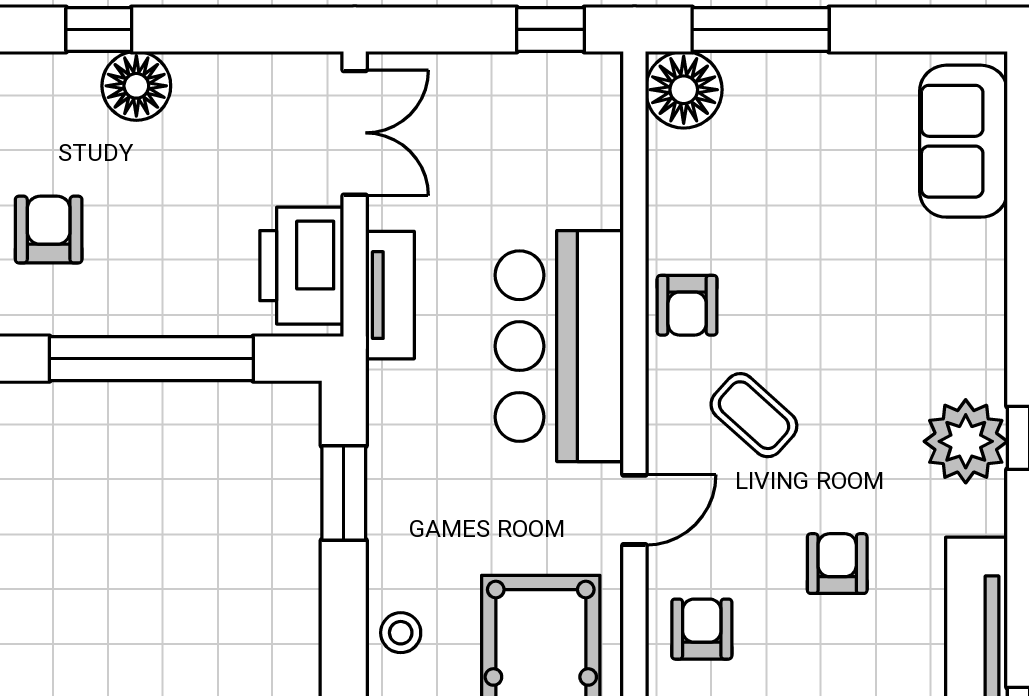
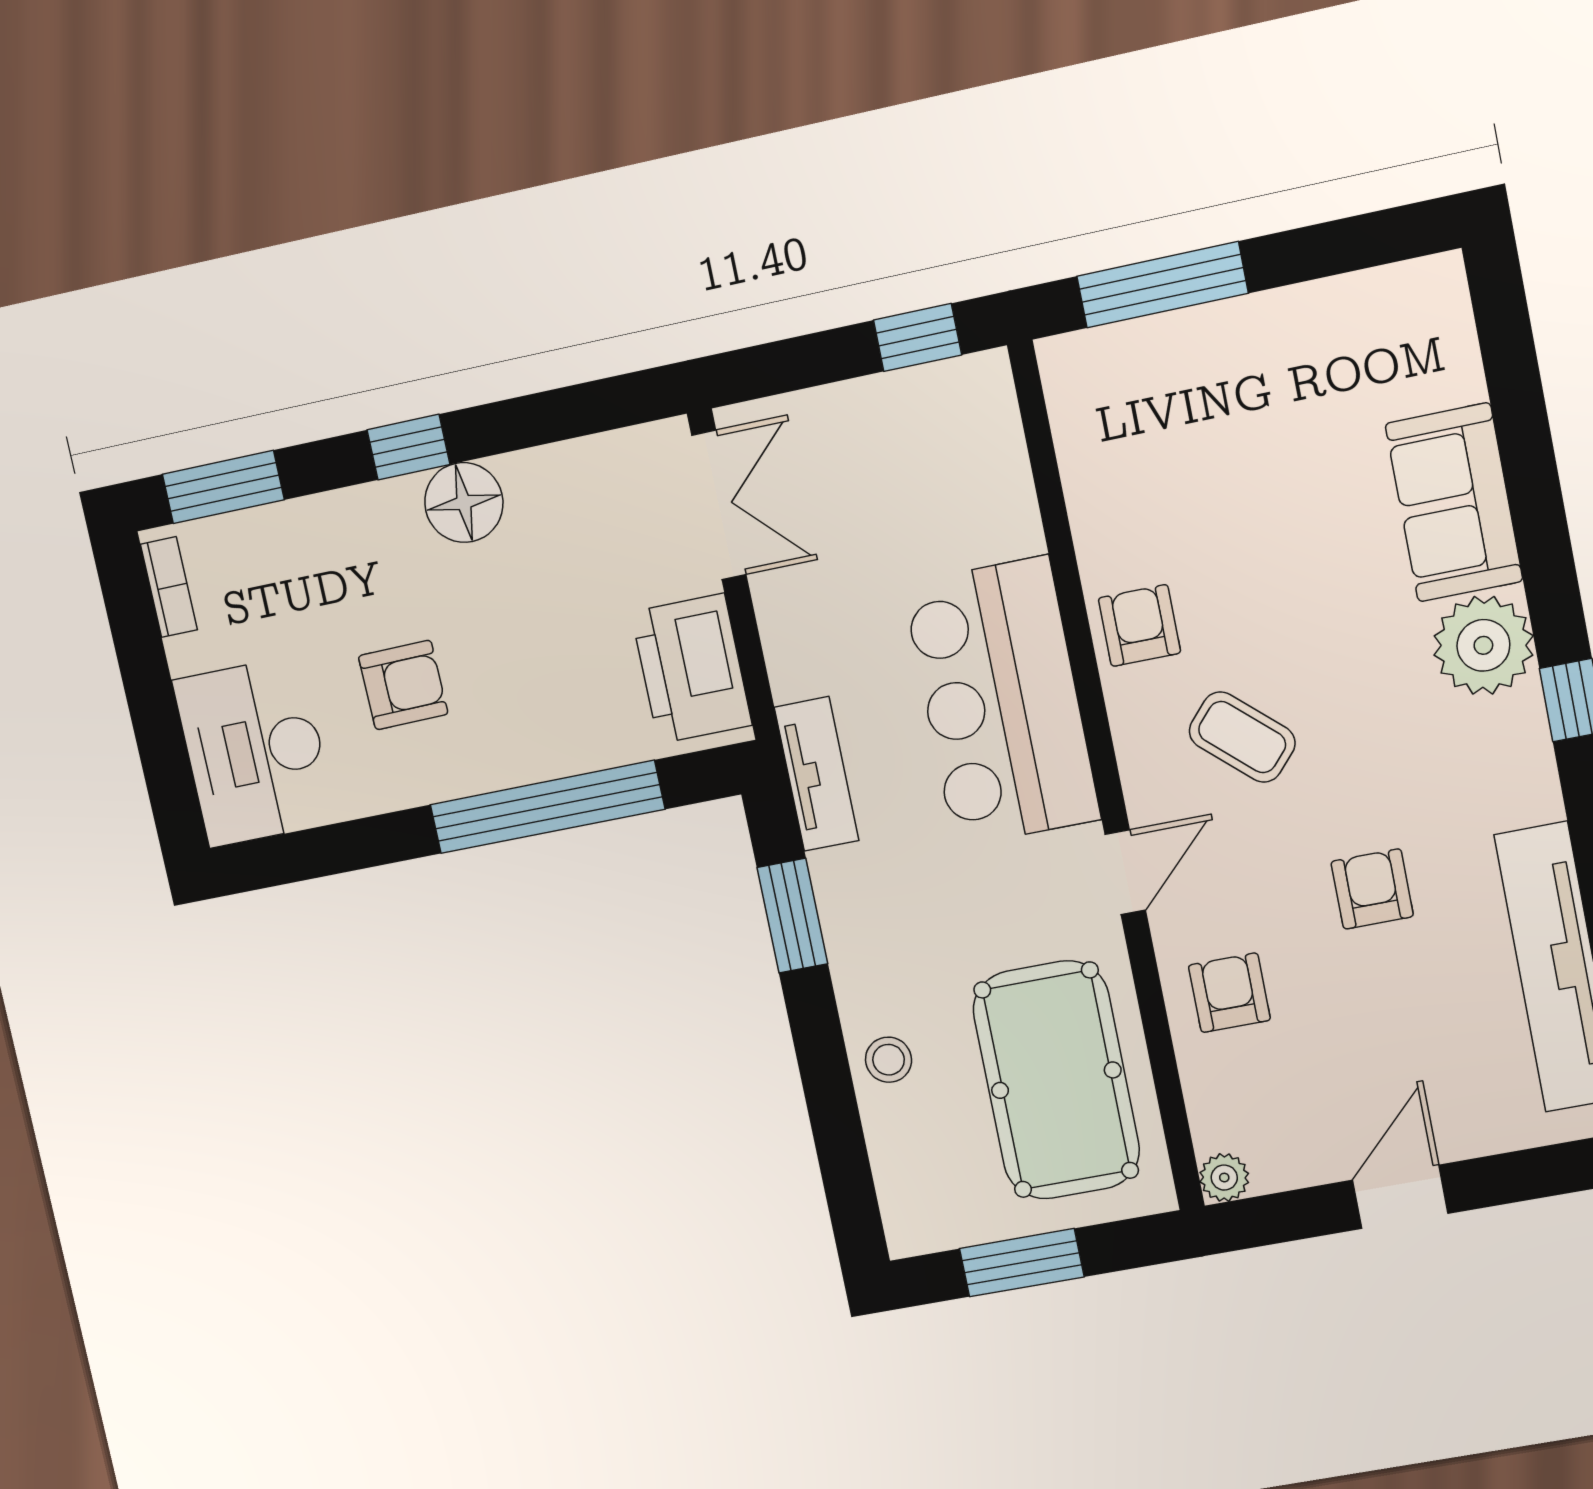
floor lamp: (684, 90) -> (1086, 375), removed
sofa: (964, 141) -> (1454, 502), moved
armchair: (49, 230) -> (403, 685), turned 89
tv unit: (390, 295) -> (817, 774), moved
armchair: (687, 305) -> (1139, 626), turned 180
plant: (966, 441) -> (1483, 645), moved

